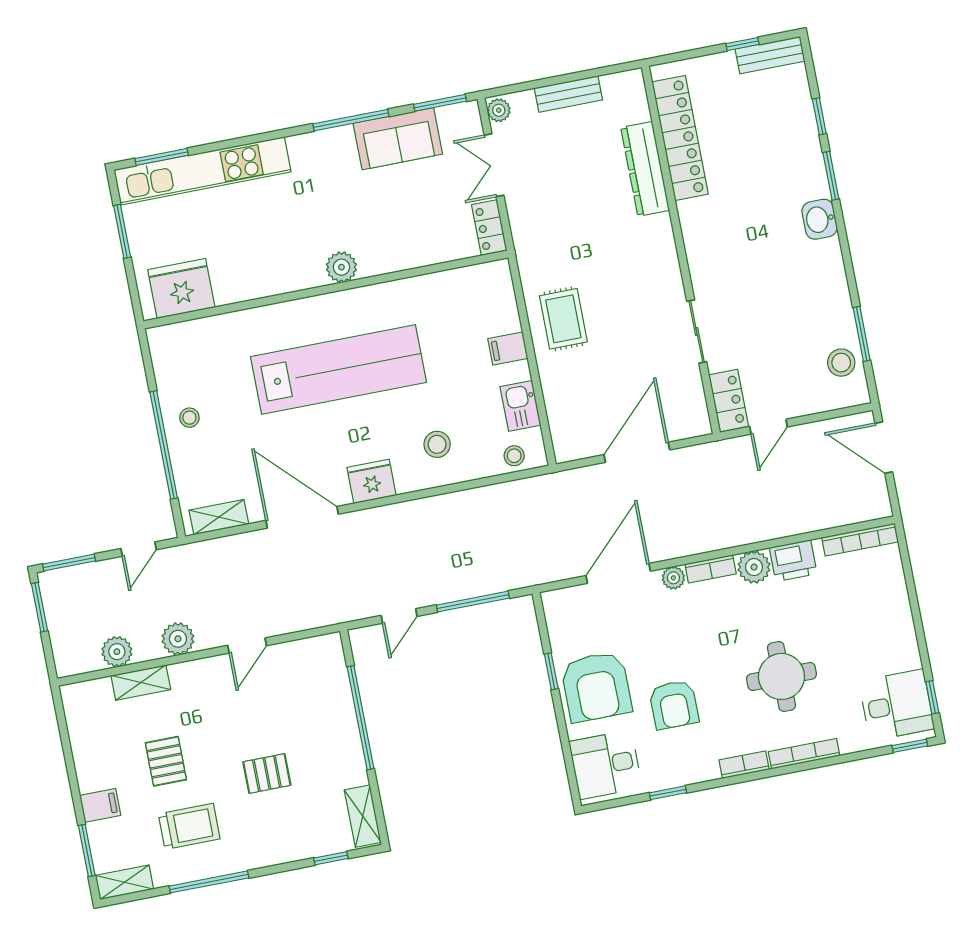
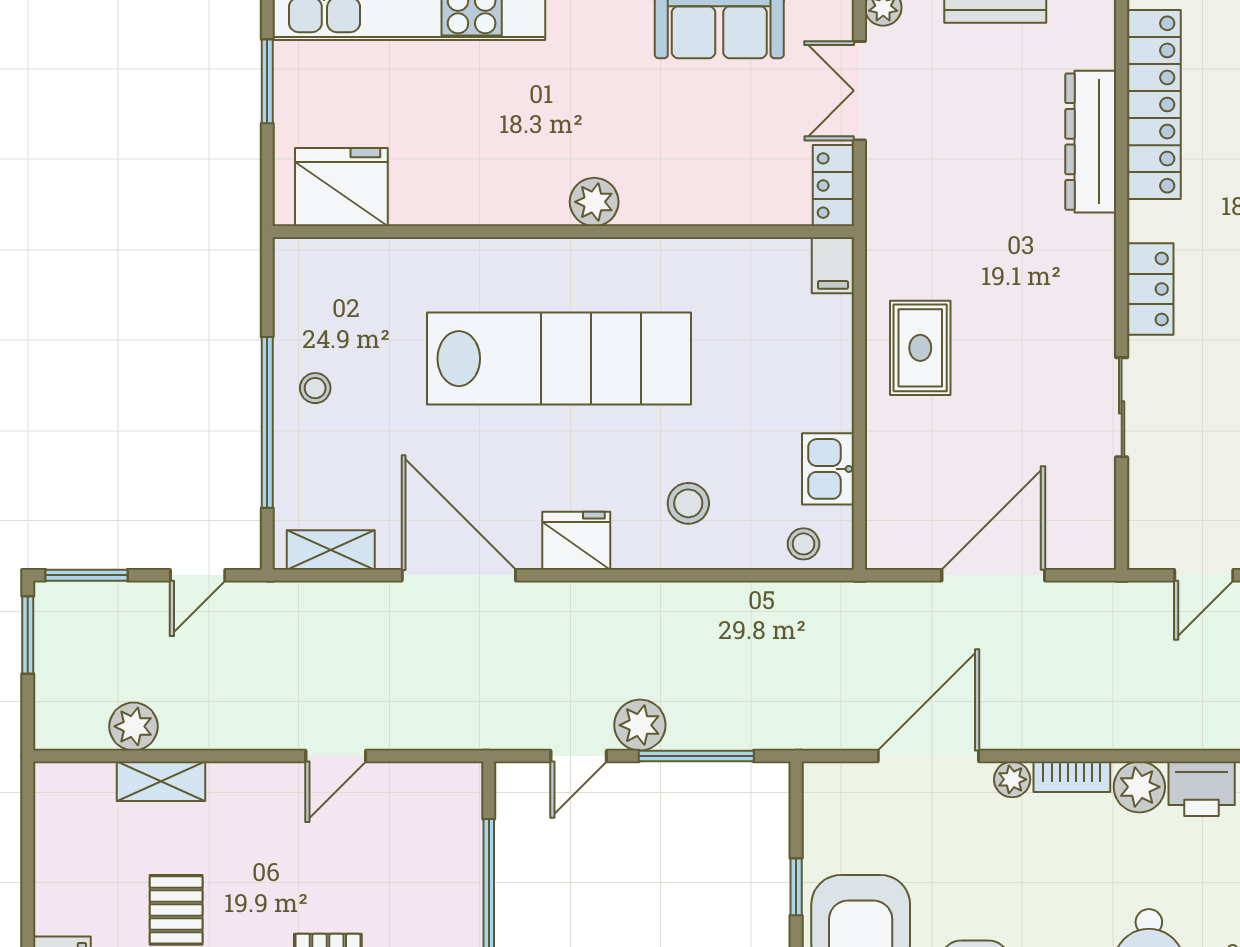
filing cabinet: (508, 348) -> (833, 265), moved, turned -90
locker: (729, 401) -> (1150, 289), moved
plant: (178, 639) -> (640, 725), moved

